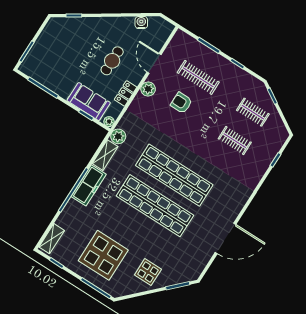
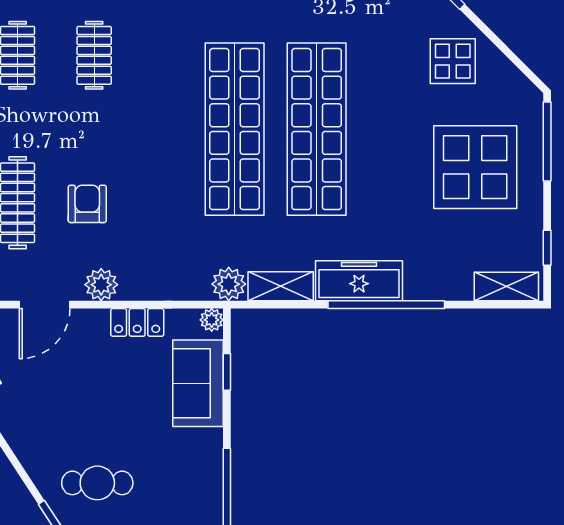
cafe table: (112, 61) -> (97, 483), moved
armchair: (181, 103) -> (87, 204), turned 180

